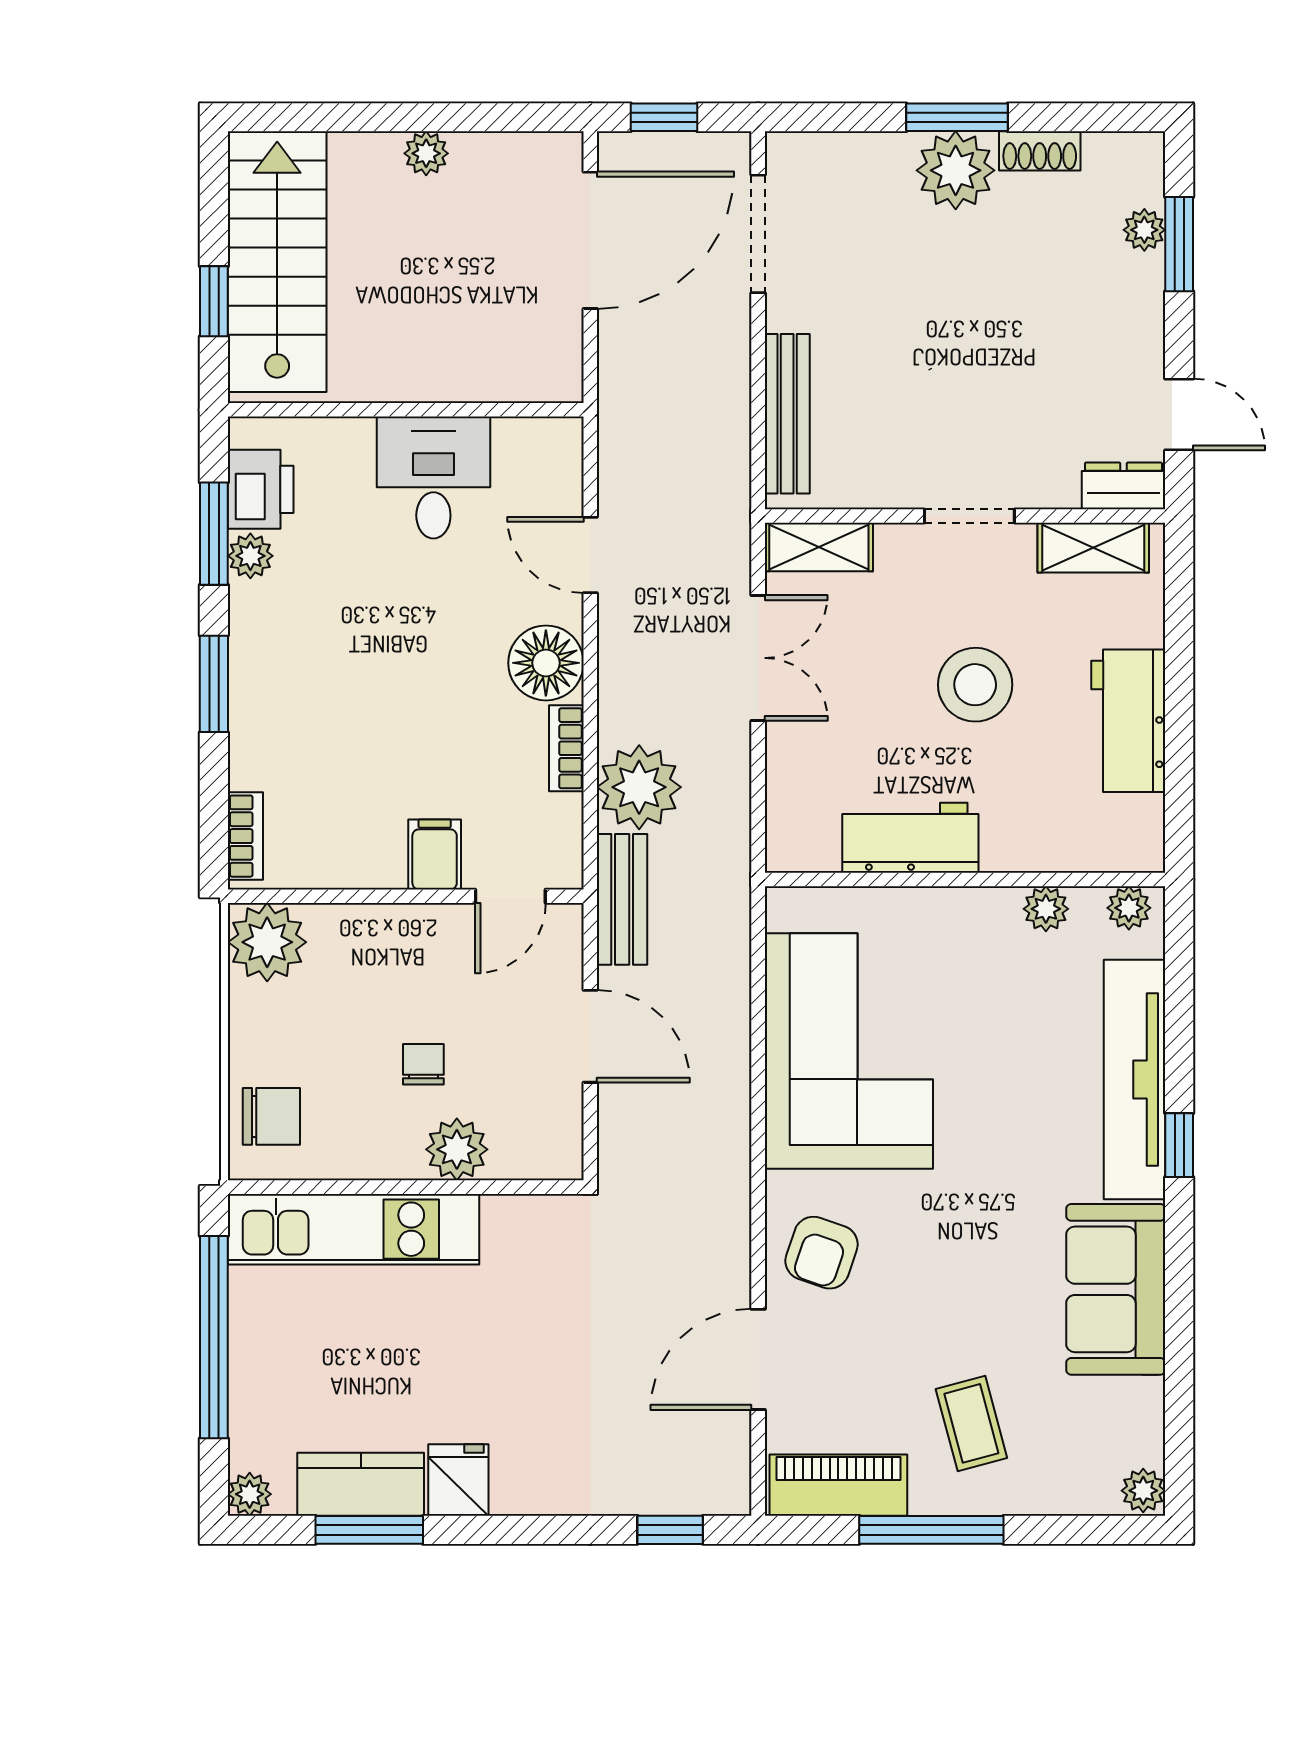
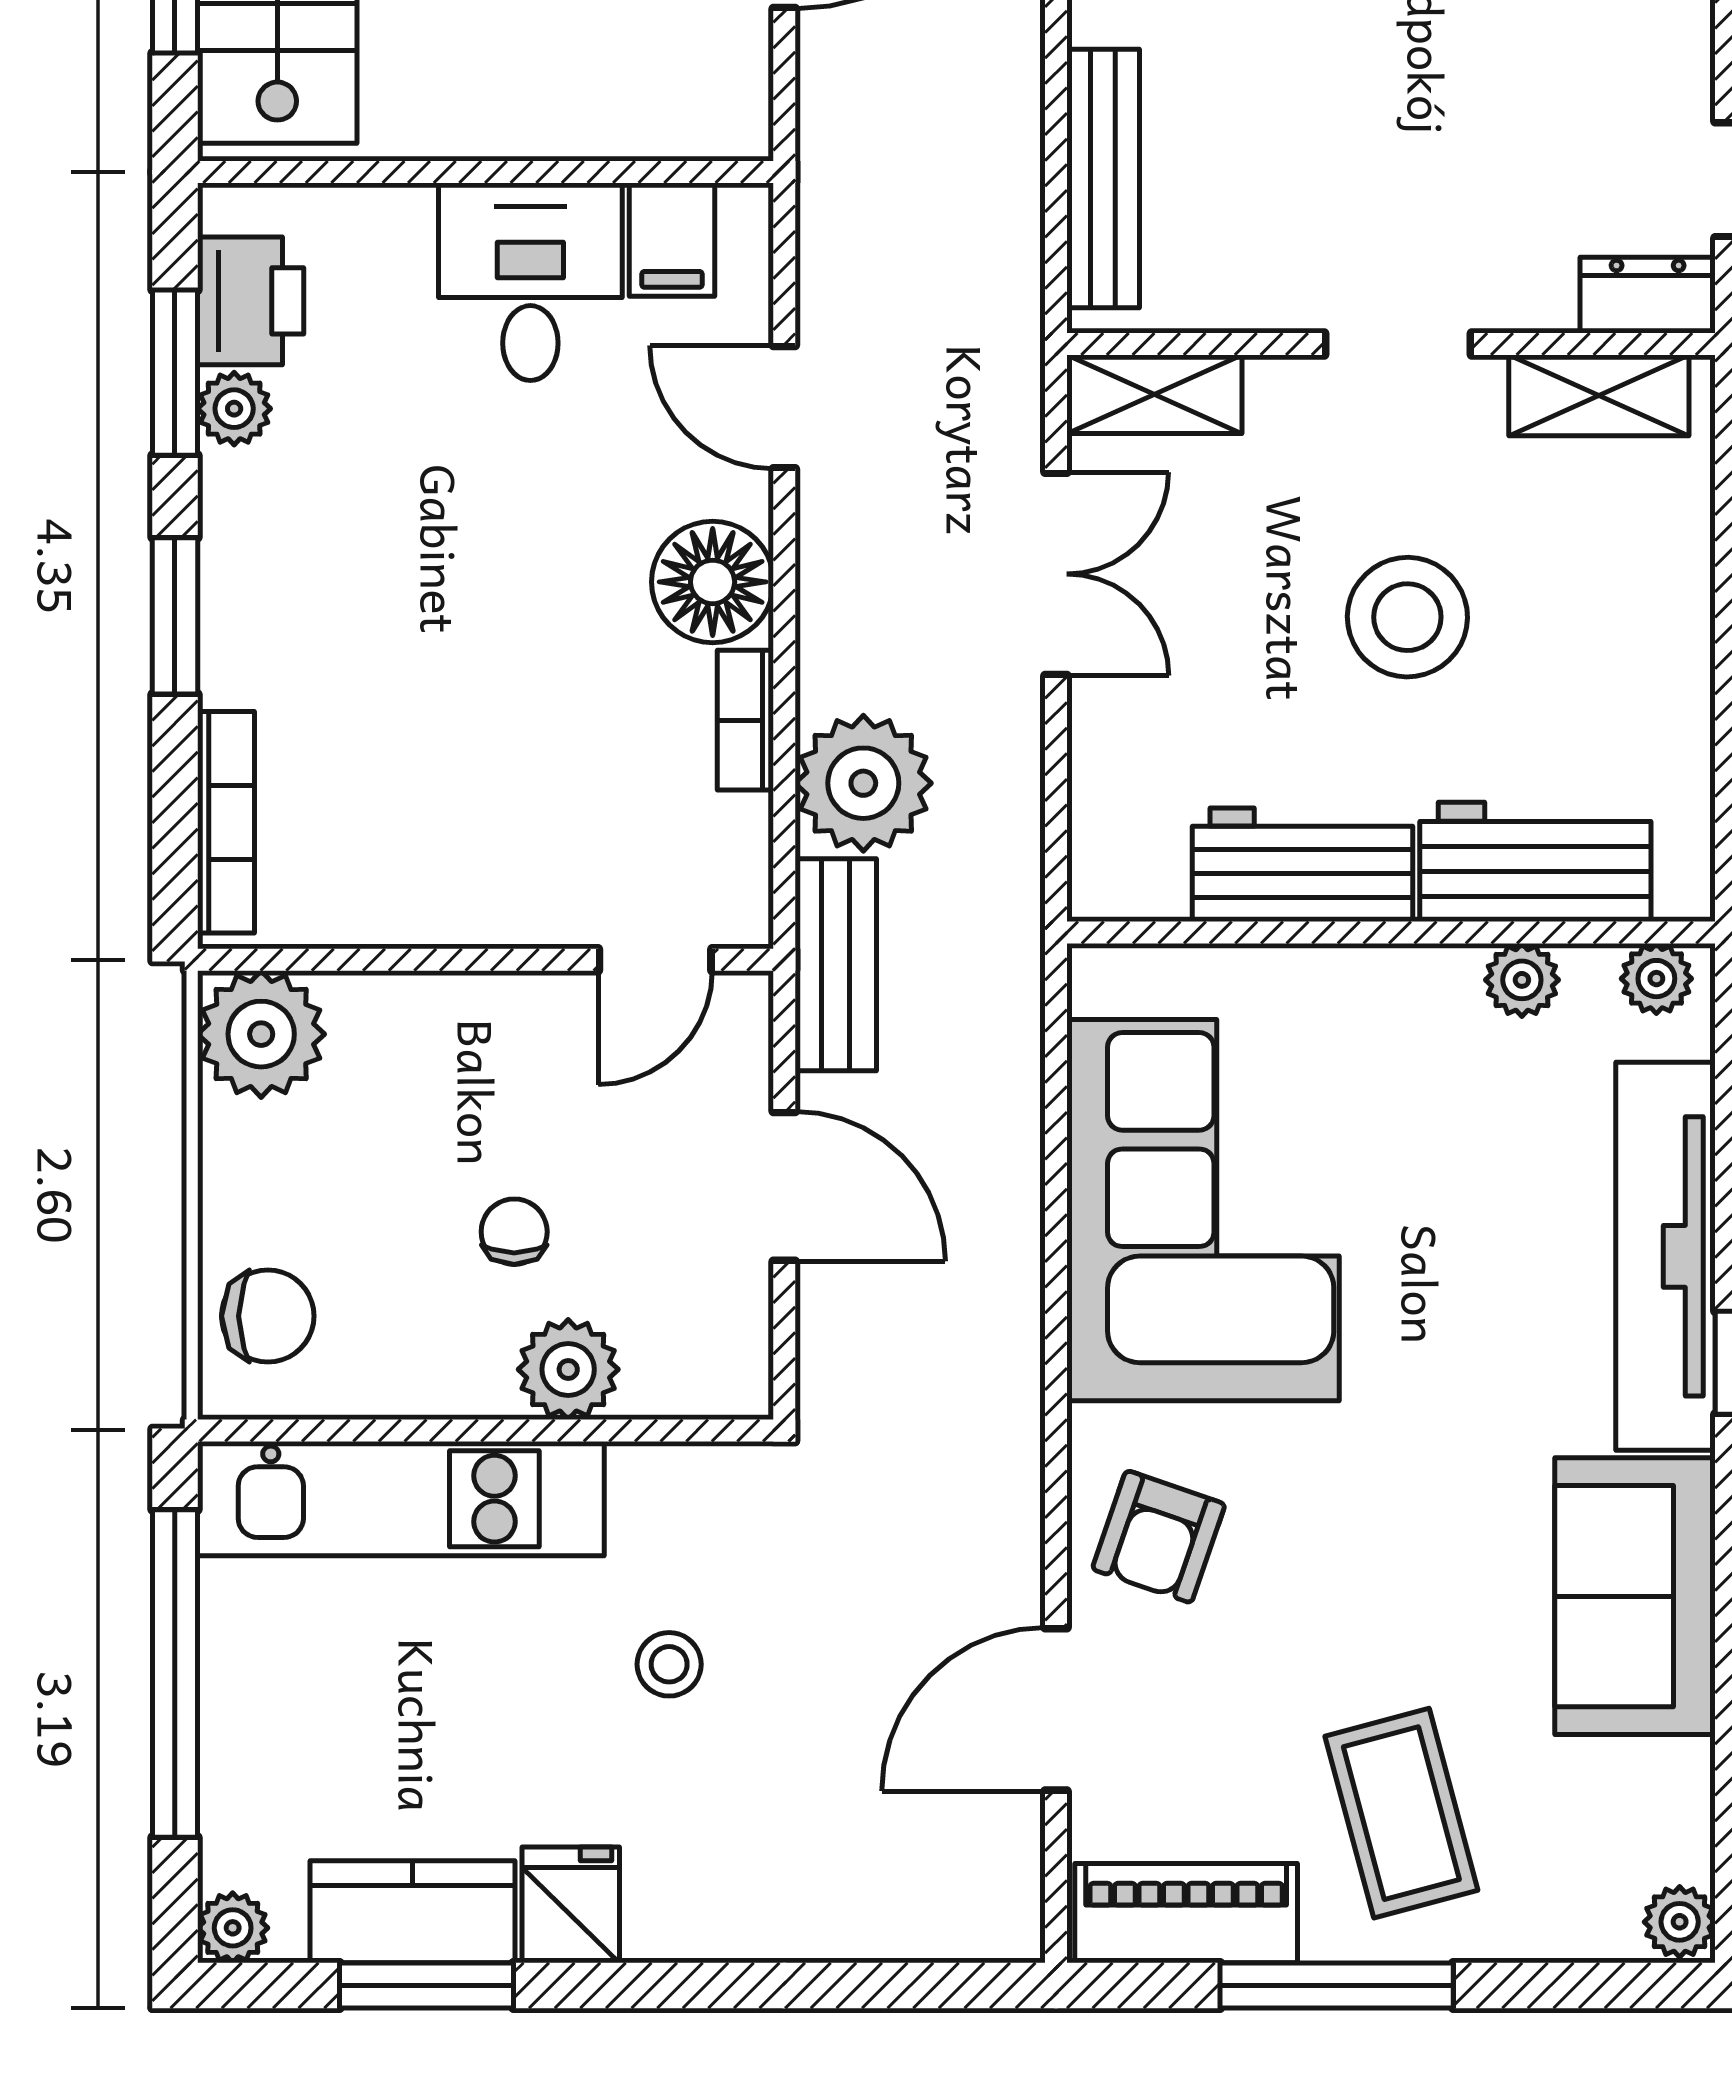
workbench: (1128, 721) -> (1535, 862), moved, turned 90
bookcase: (245, 836) -> (226, 822), width x1.56
filing cabinet: (435, 854) -> (672, 240), moved, turned 180
stool: (519, 1331) -> (669, 1664), added
coffee table: (971, 1423) -> (1401, 1813), width x1.36, depth x1.30
window: (670, 1530) -> (914, 1986), removed

